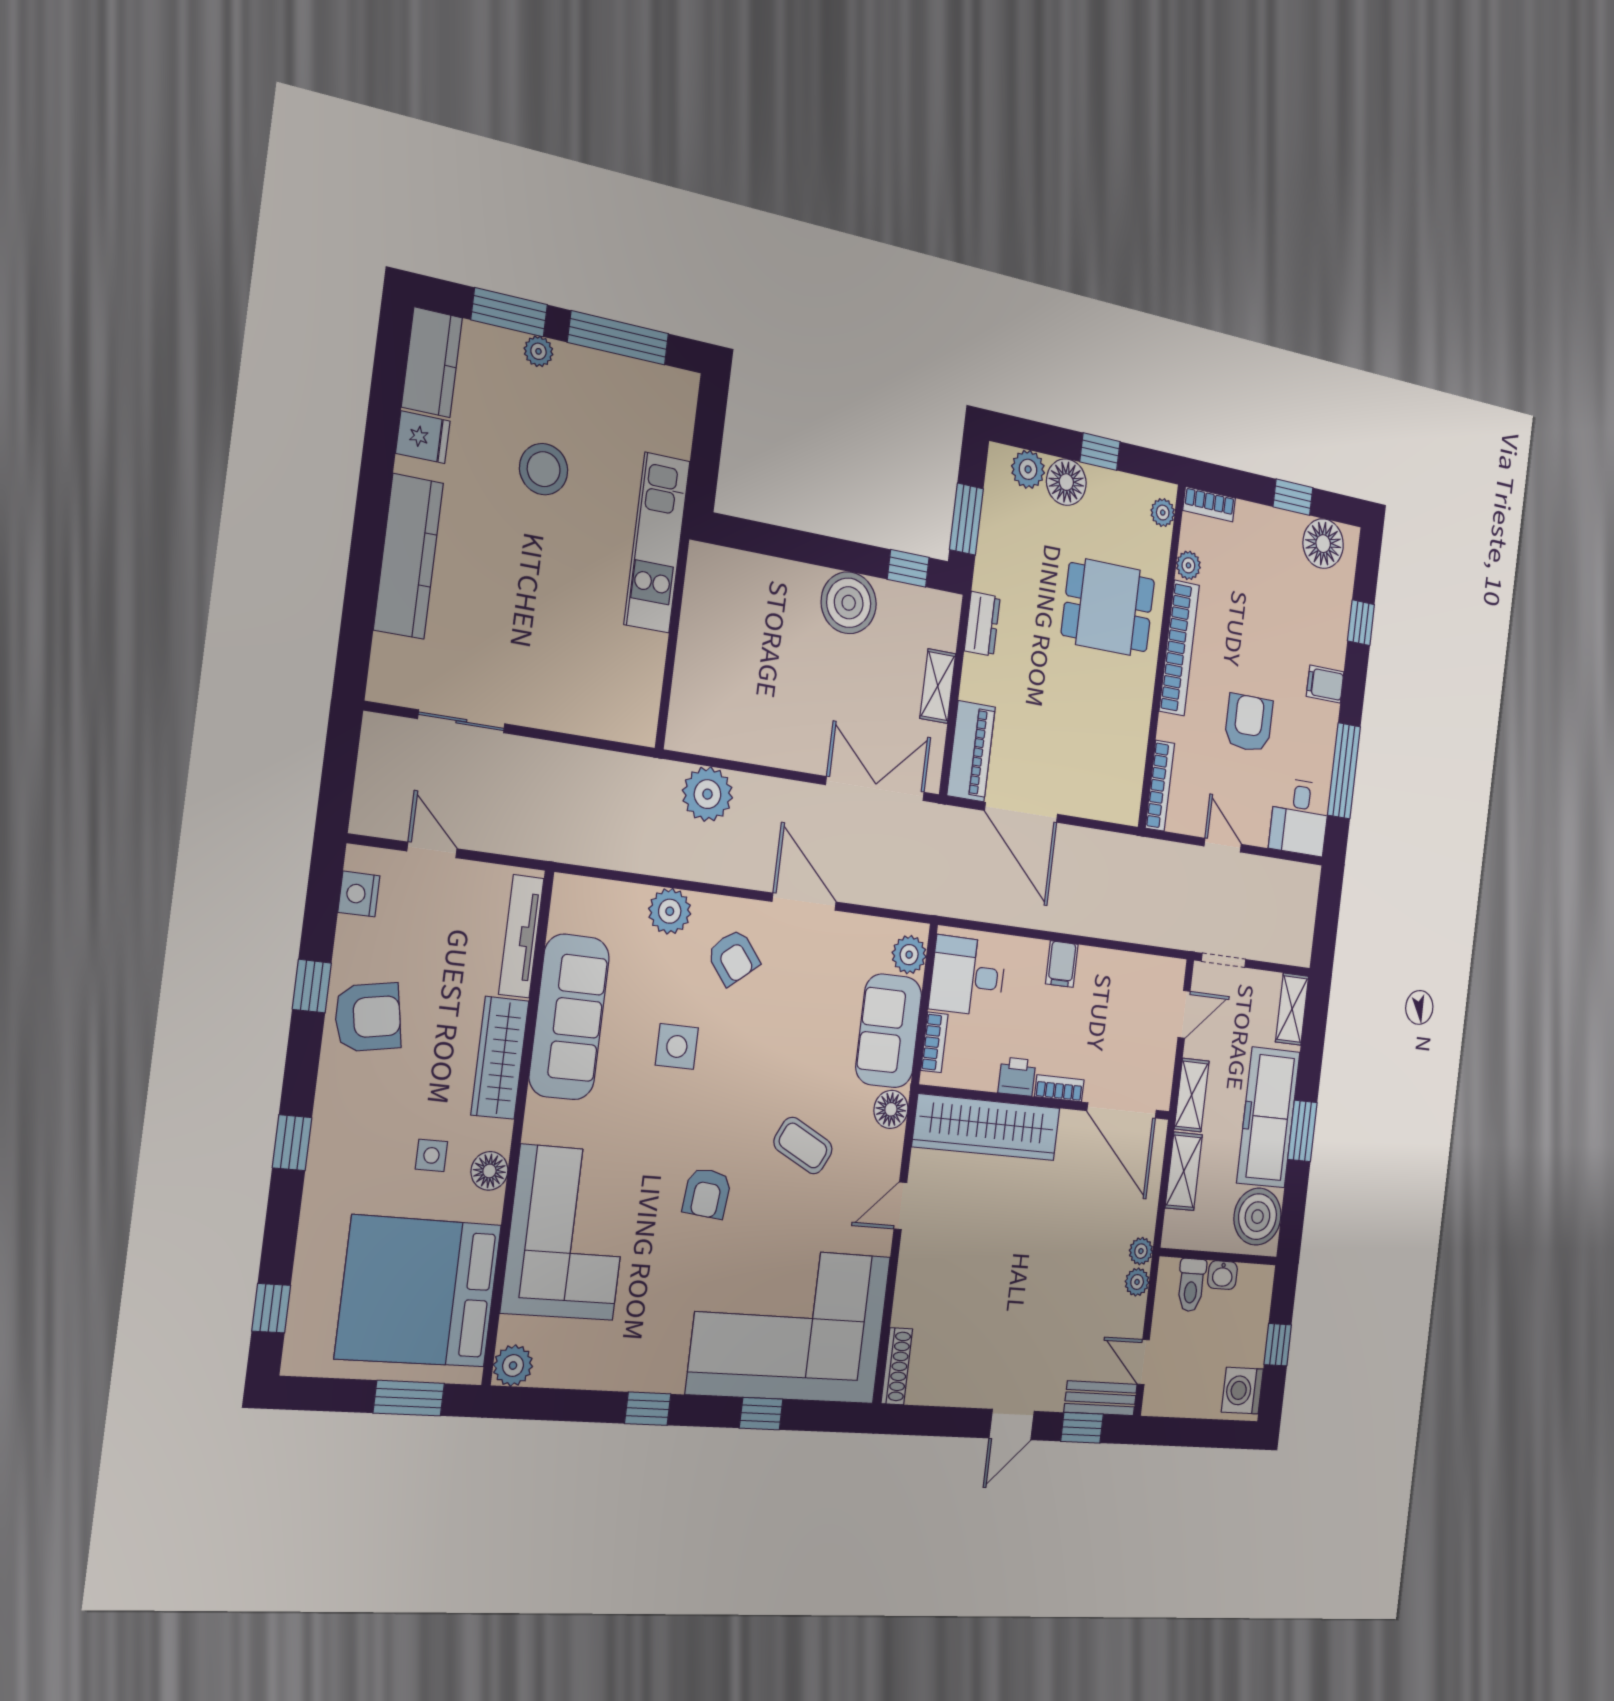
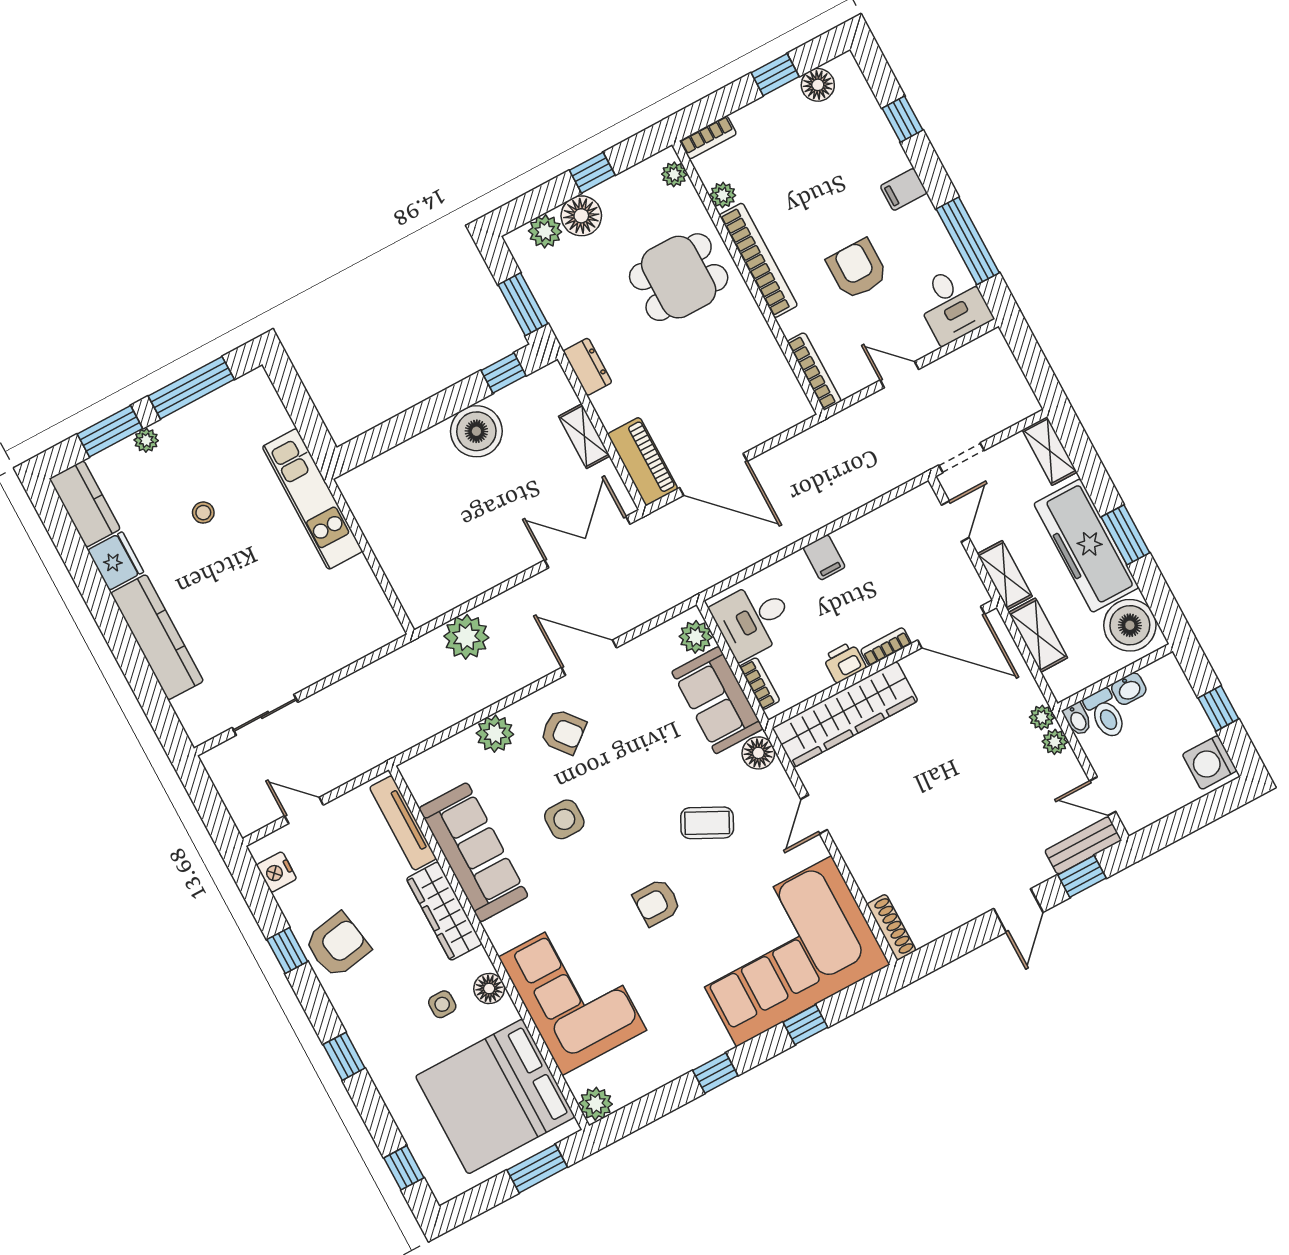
fridge: (423, 437) -> (116, 561), width x1.38
stool: (544, 469) -> (203, 513), width x0.53, depth x0.53
floor lamp: (1323, 544) -> (818, 85), width x0.73, depth x0.73
armchair: (707, 1193) -> (657, 902), turned 84
bidet: (1167, 1274) -> (1077, 719), added

